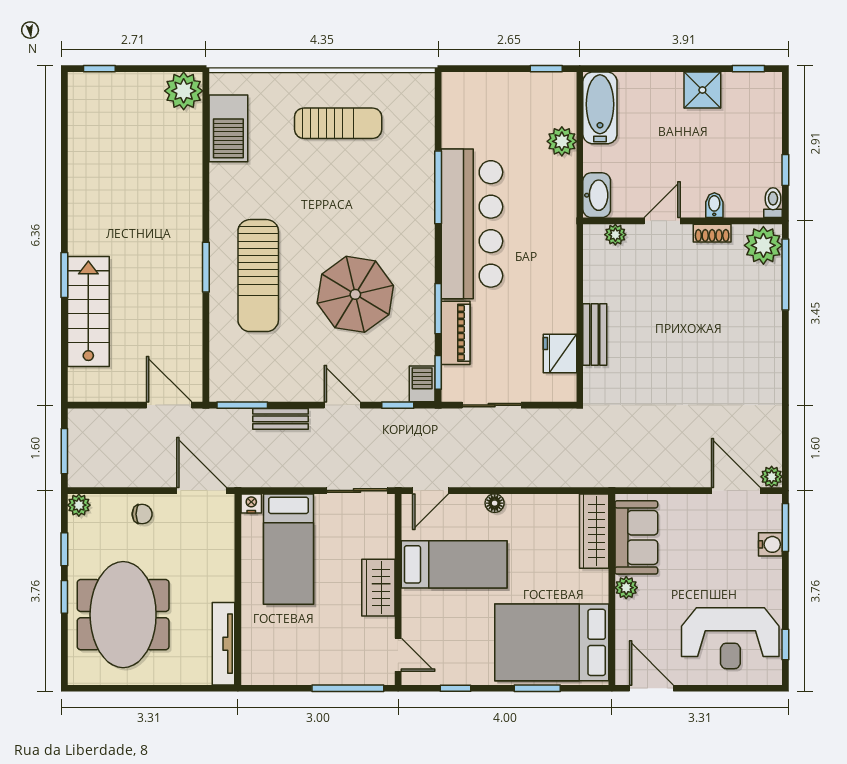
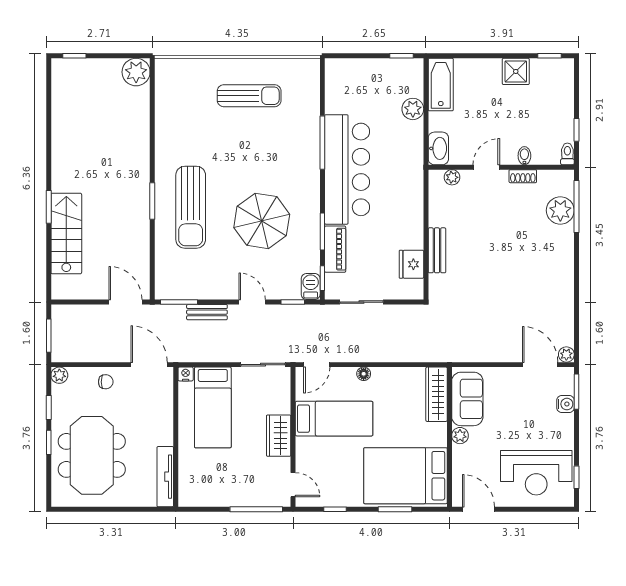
barbecue: (228, 128) -> (169, 99), removed
plant: (763, 245) -> (560, 210), moved

